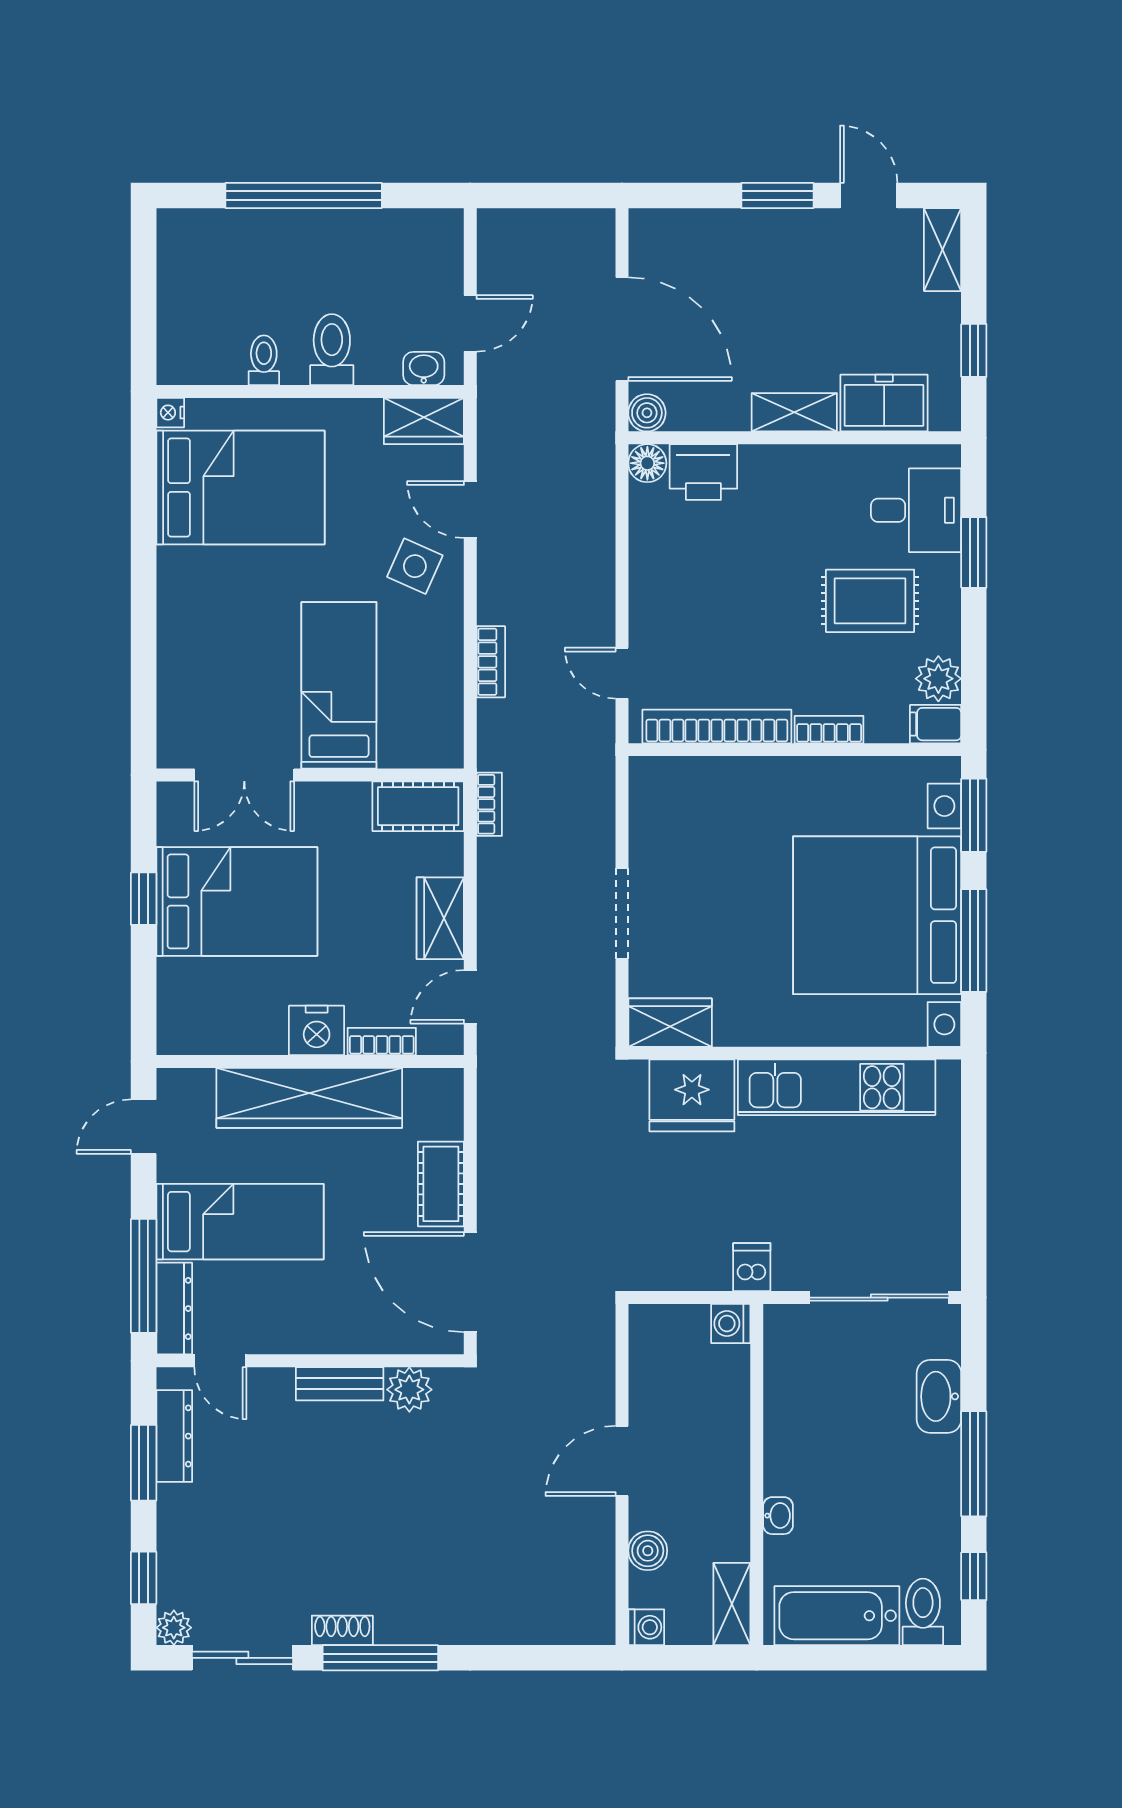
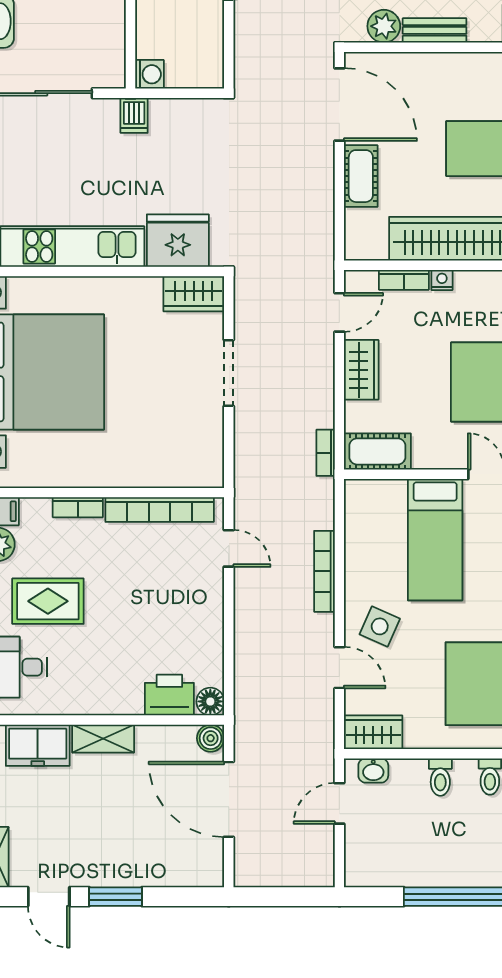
toilet: (332, 350) -> (440, 777), width x0.73, depth x0.72
bookcase: (491, 662) -> (324, 571), width x1.56
nightstand: (317, 1030) -> (442, 280), width x0.53, depth x0.56

